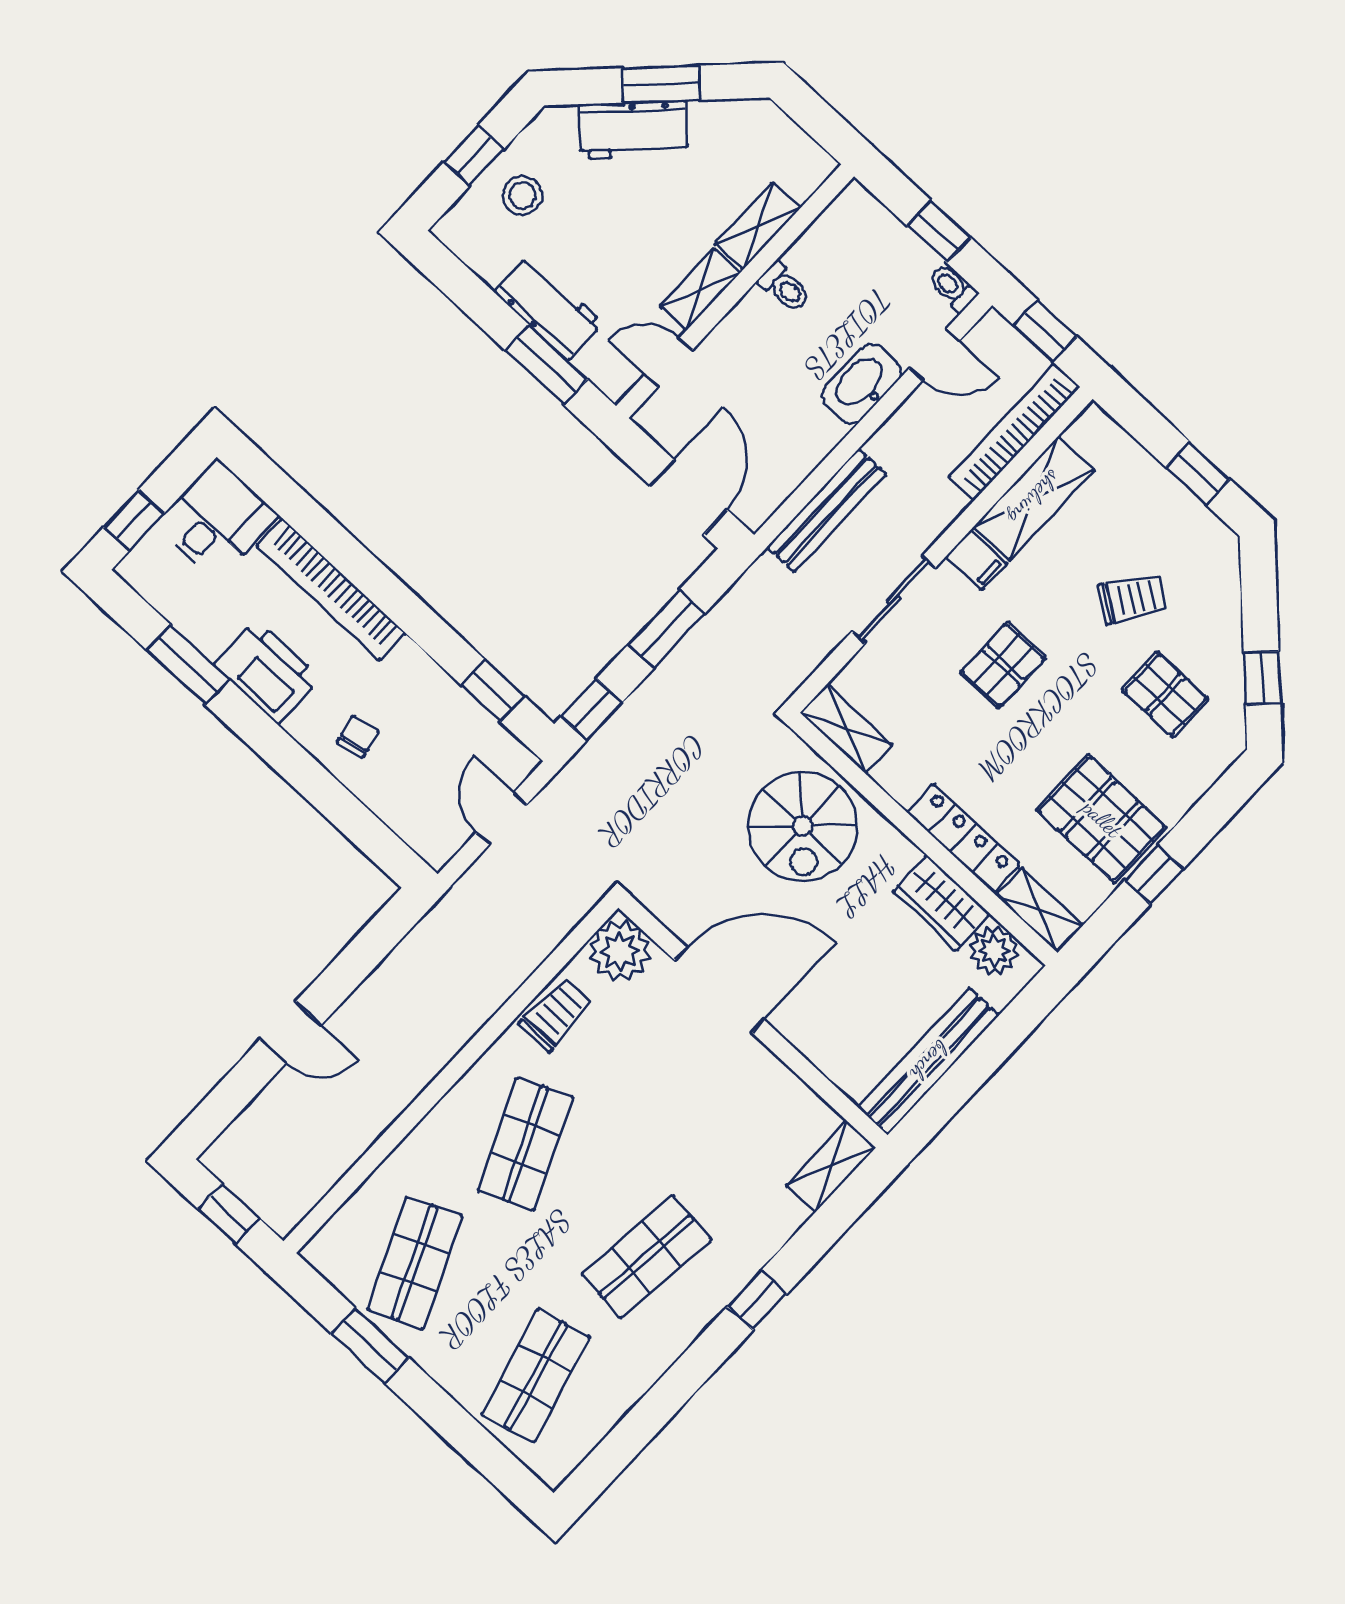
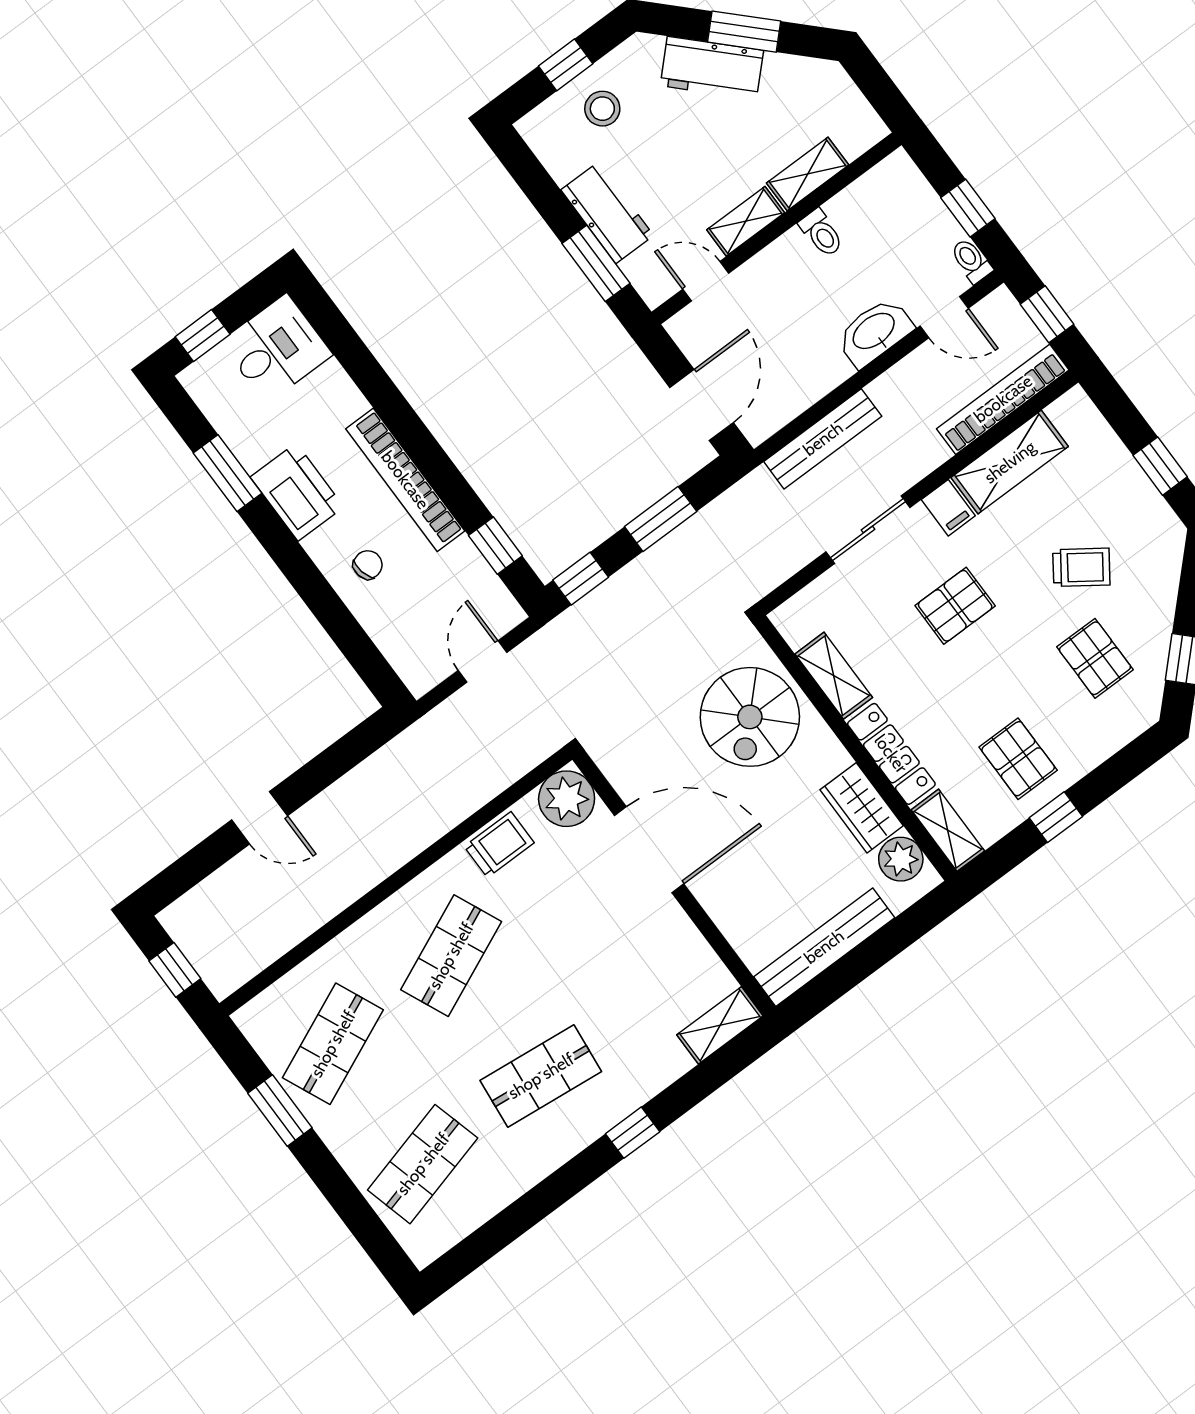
bookcase: (331, 589) -> (405, 480), moved
shelving: (846, 729) -> (834, 676), moved
pallet: (1102, 819) -> (1018, 759), width x0.67, depth x0.71

